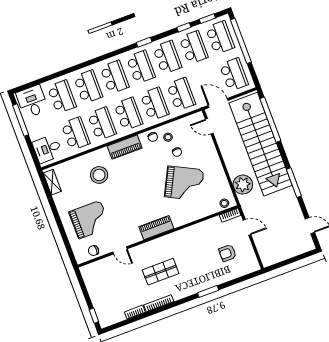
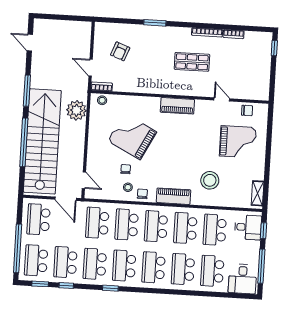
window: (270, 120) -> (24, 142), moved
window: (33, 152) -> (263, 231), added
grand piano: (89, 220) -> (238, 142), turned 180
armchair: (227, 253) -> (120, 51), turned 111

